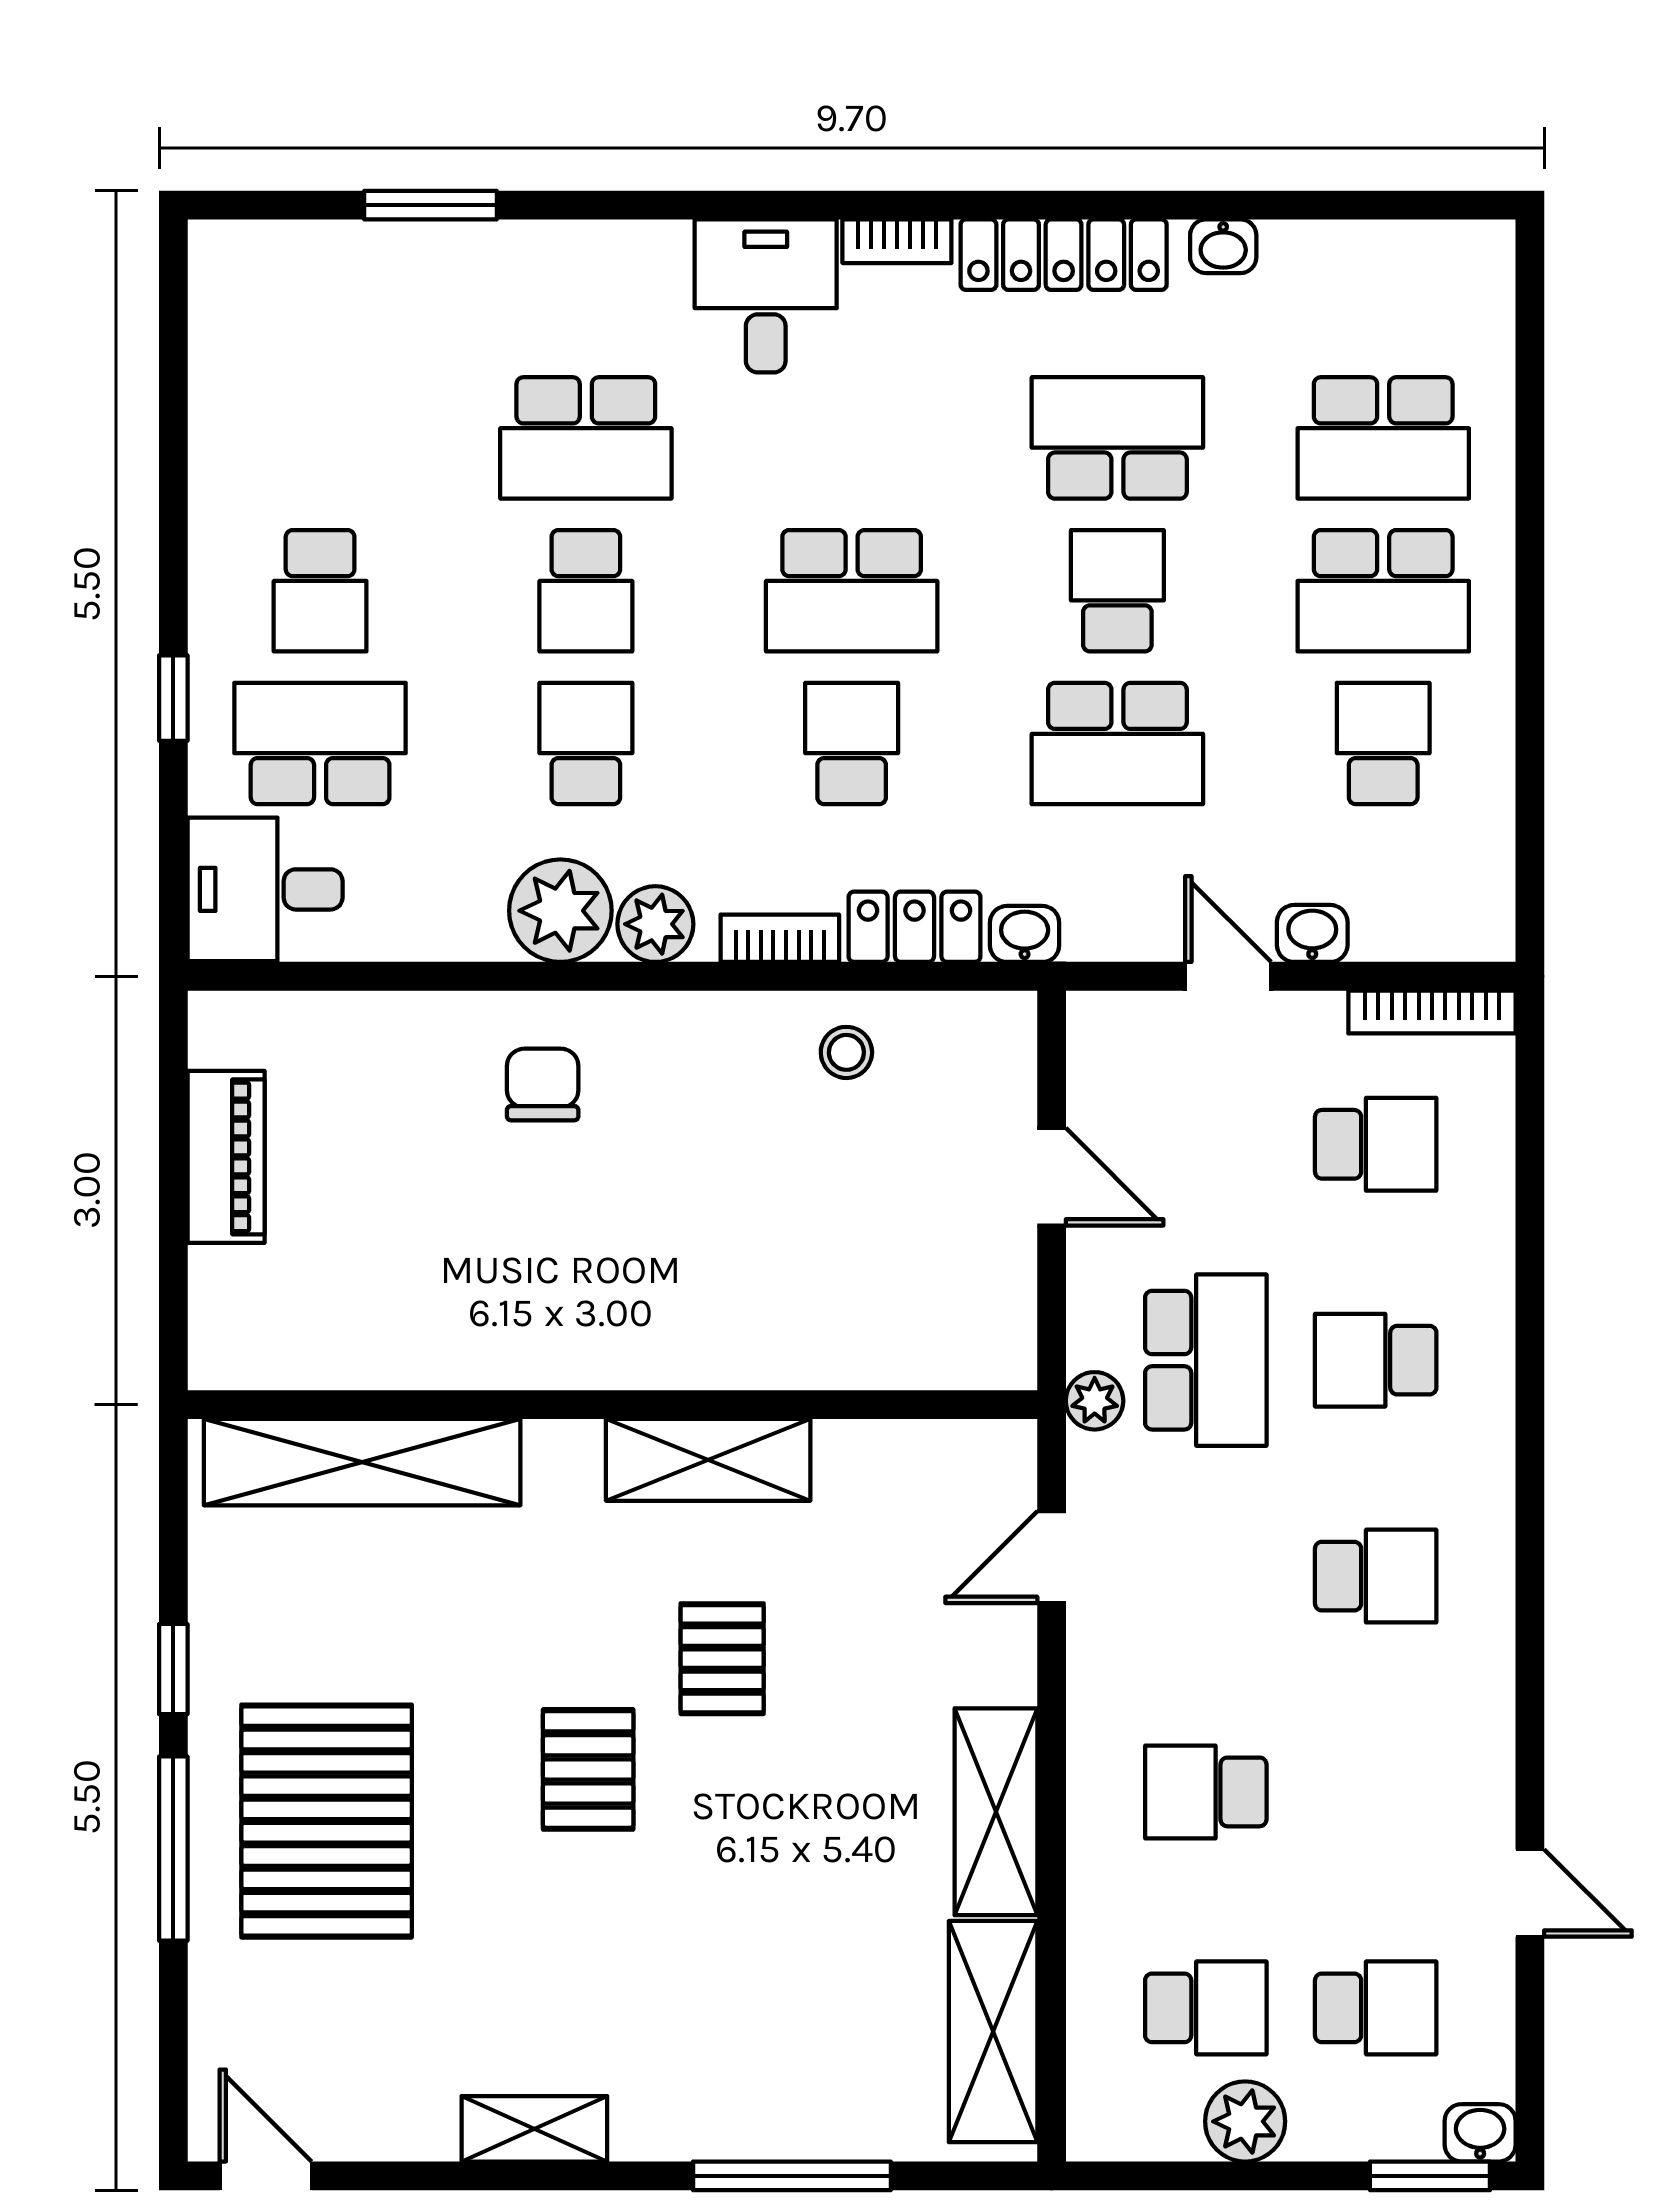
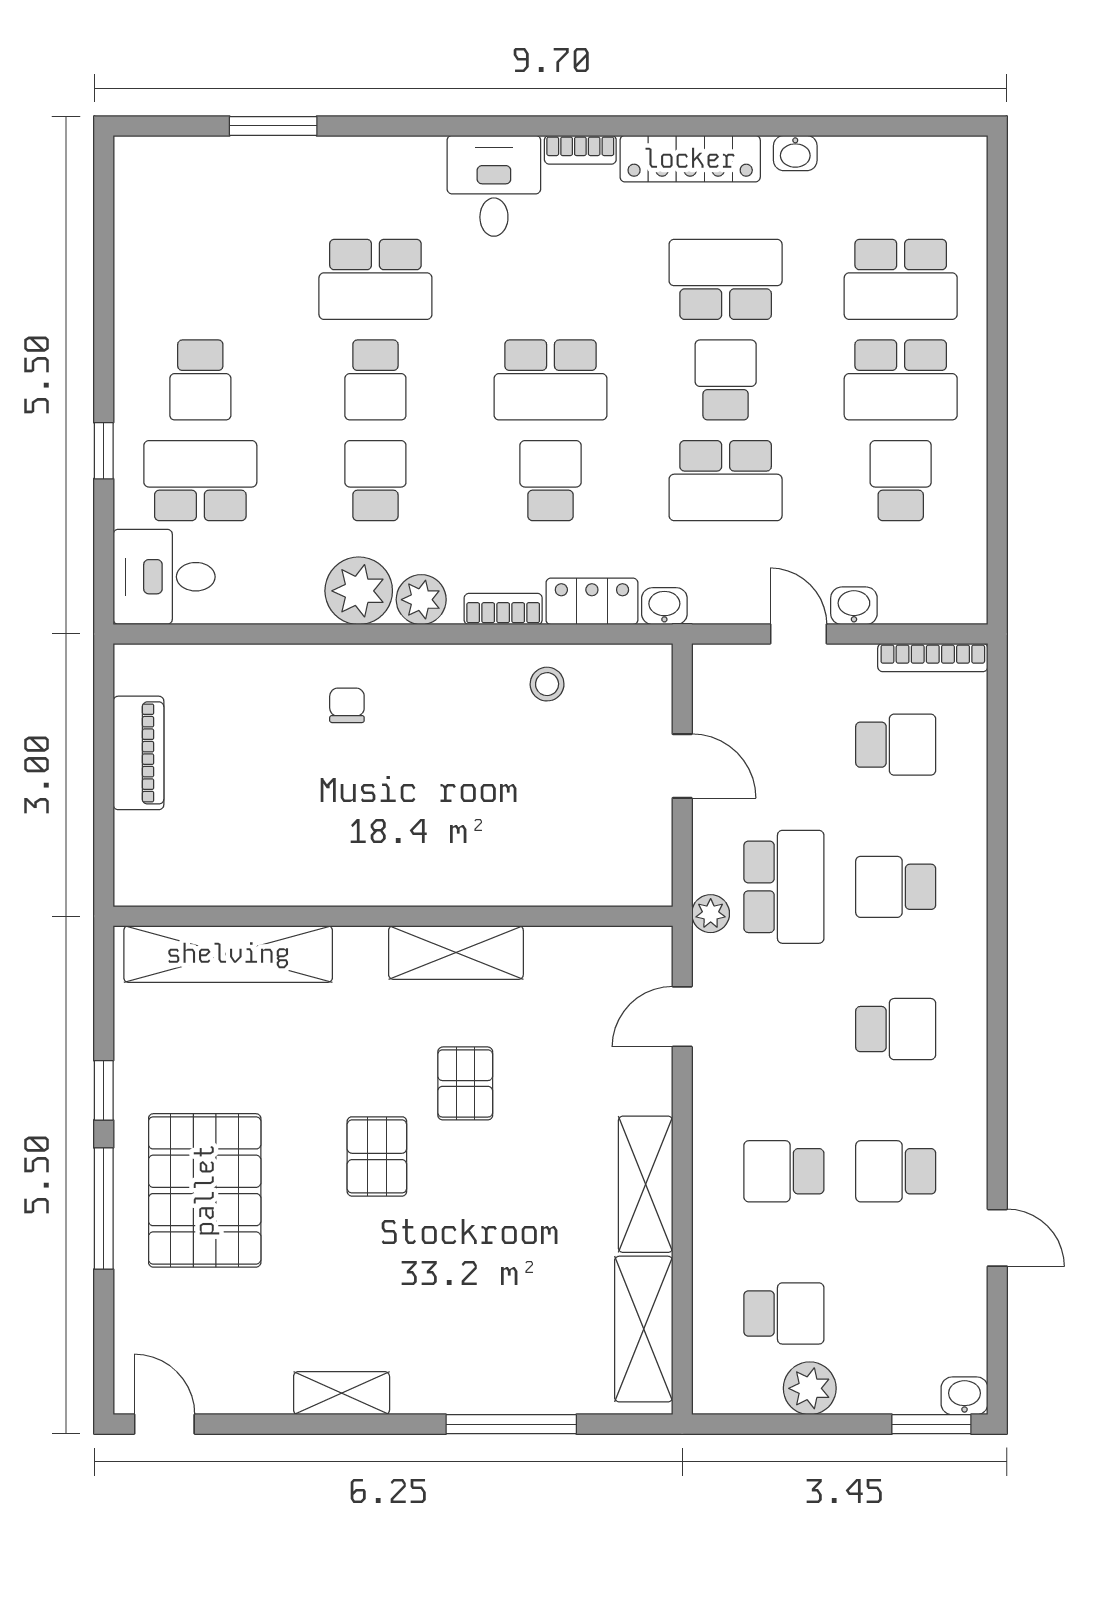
chair: (543, 1085) -> (347, 705), width x0.73, depth x0.73
school desk: (1376, 2008) -> (896, 1171), moved, turned 180

